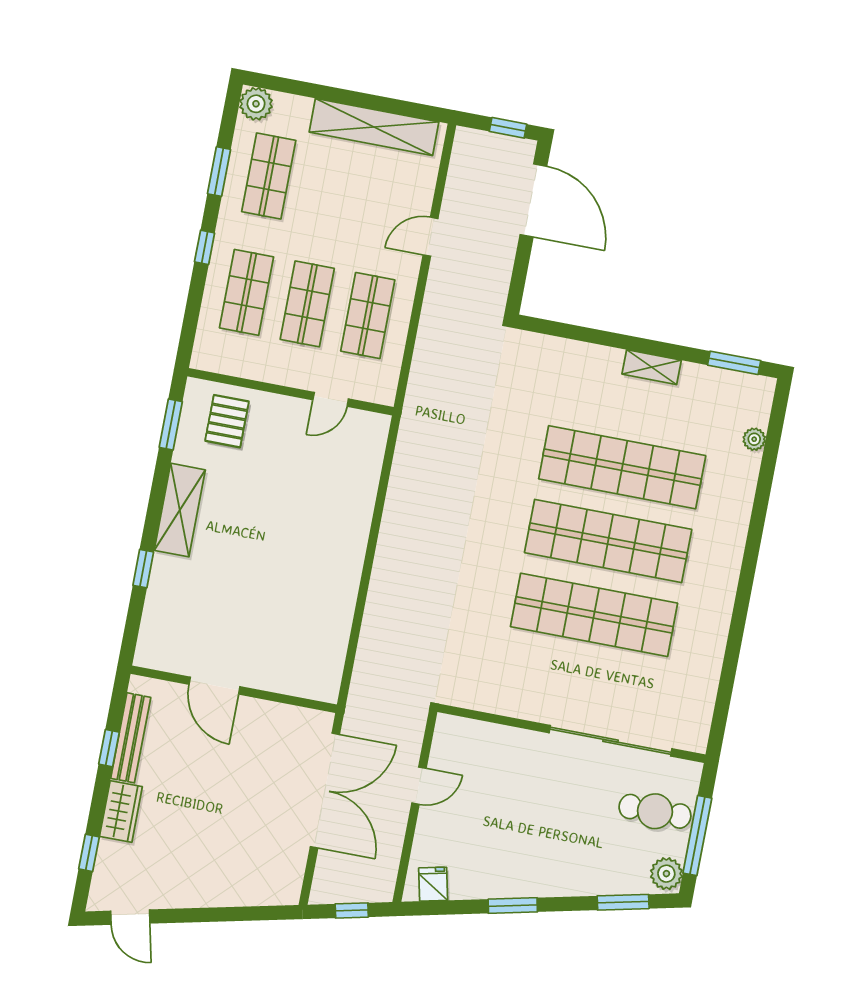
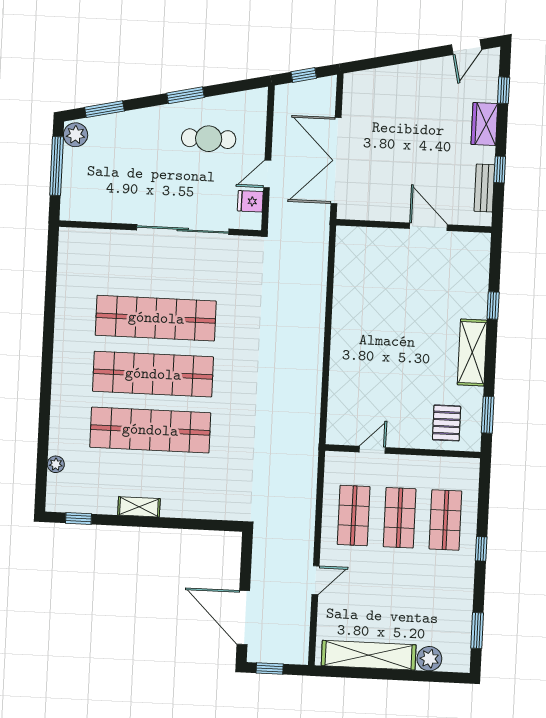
plant: (256, 104) -> (429, 659), moved
window: (219, 172) -> (477, 630), moved
shop shelf: (269, 176) -> (441, 608), removed
window: (734, 363) -> (79, 519), width x0.67
bench: (131, 738) -> (484, 188), width x0.73
sliding door: (611, 741) -> (183, 230), moved
cafe table: (655, 811) -> (209, 139), moved
fridge: (433, 884) -> (250, 201), moved, turned 103
door: (130, 917) -> (466, 47), swing flipped

